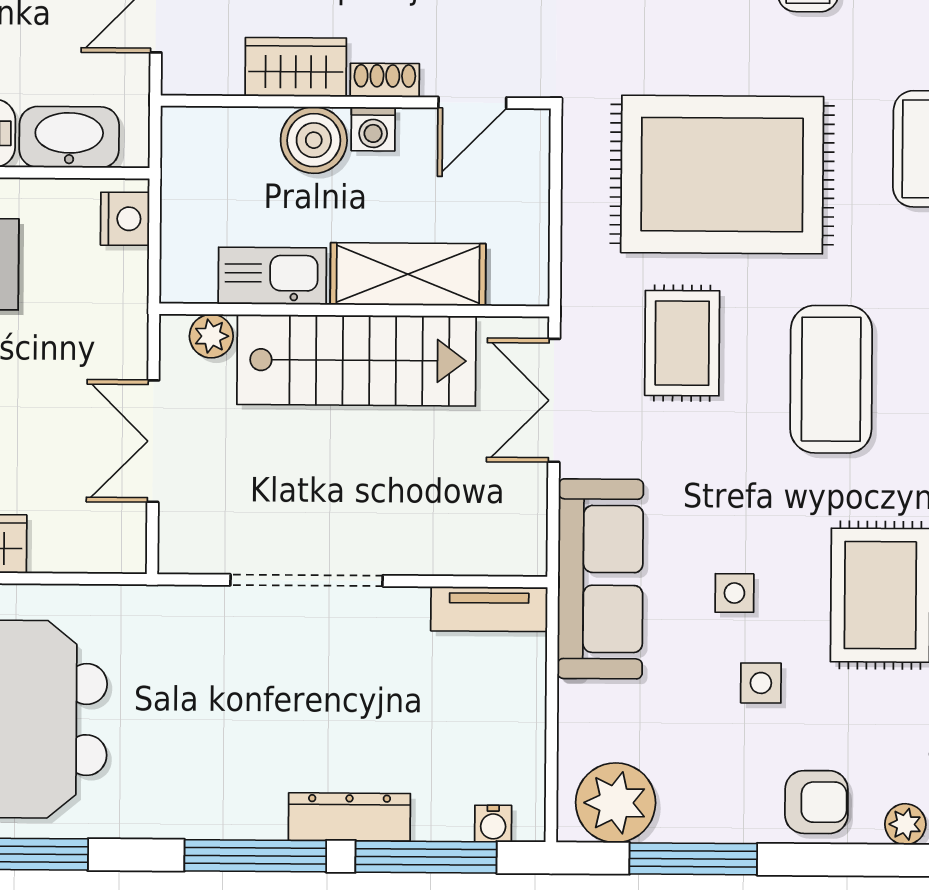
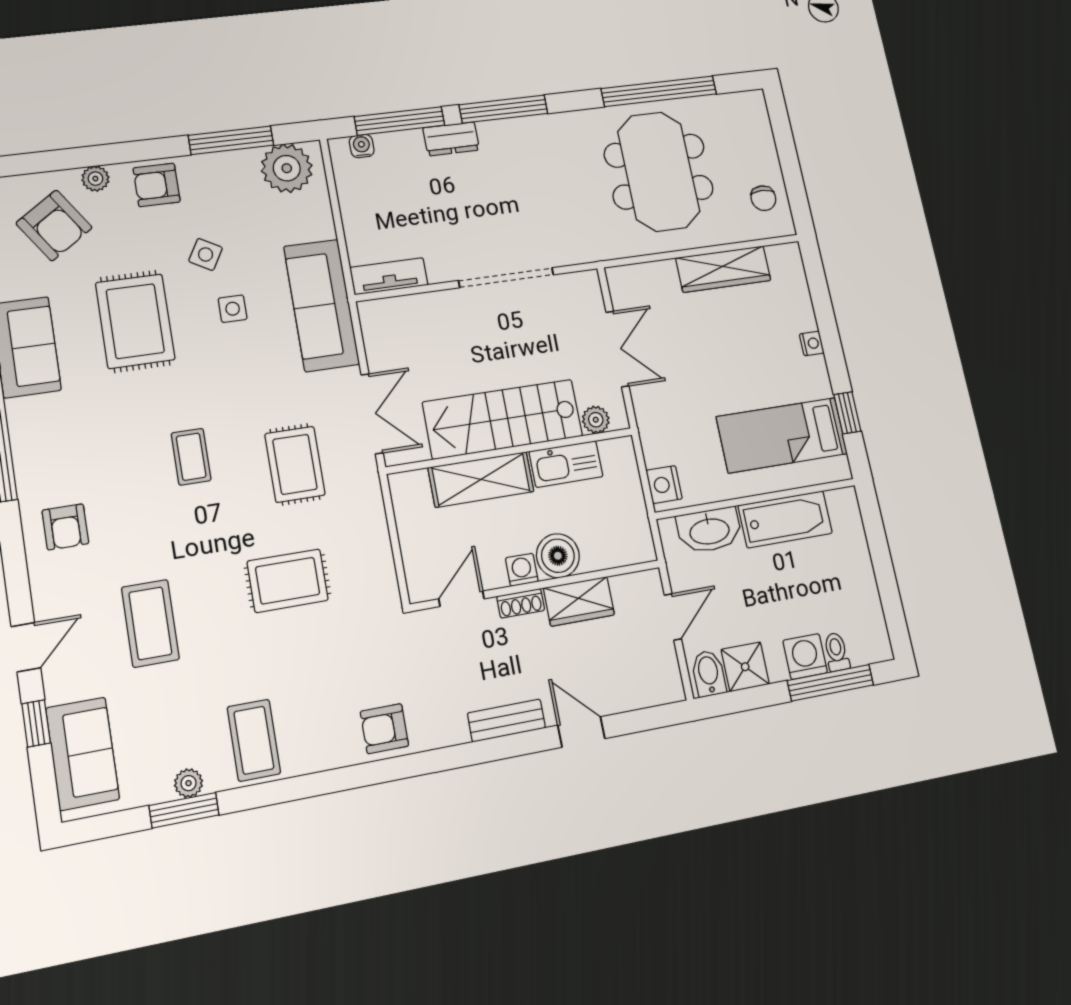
rug: (722, 175) -> (288, 581), width x0.54, depth x0.49
coffee table: (831, 379) -> (191, 457), width x0.54, depth x0.58
side table: (761, 683) -> (206, 254), turned 30
dresser: (349, 817) -> (451, 139), width x0.70

